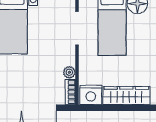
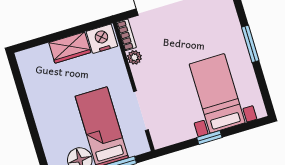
wardrobe: (126, 96) -> (70, 48), width x0.67

